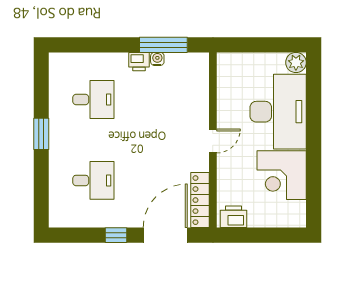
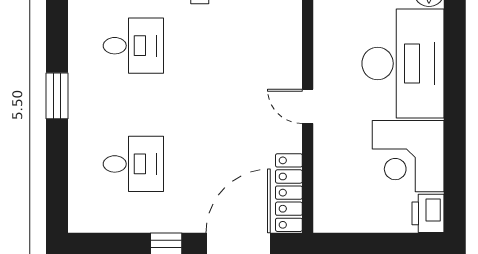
door: (213, 141) -> (308, 106), swing flipped
printer: (233, 217) -> (428, 213), moved, turned -90

